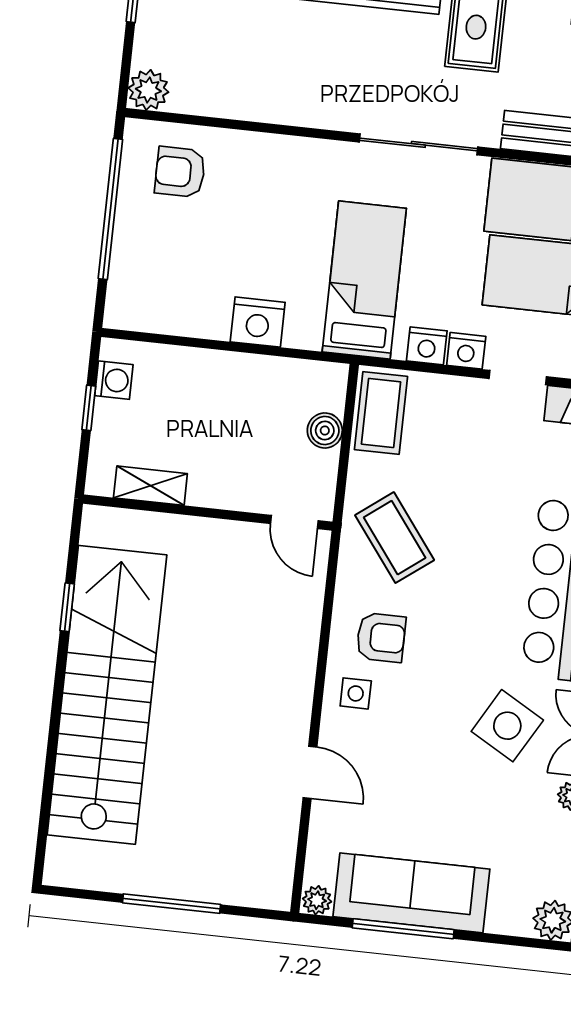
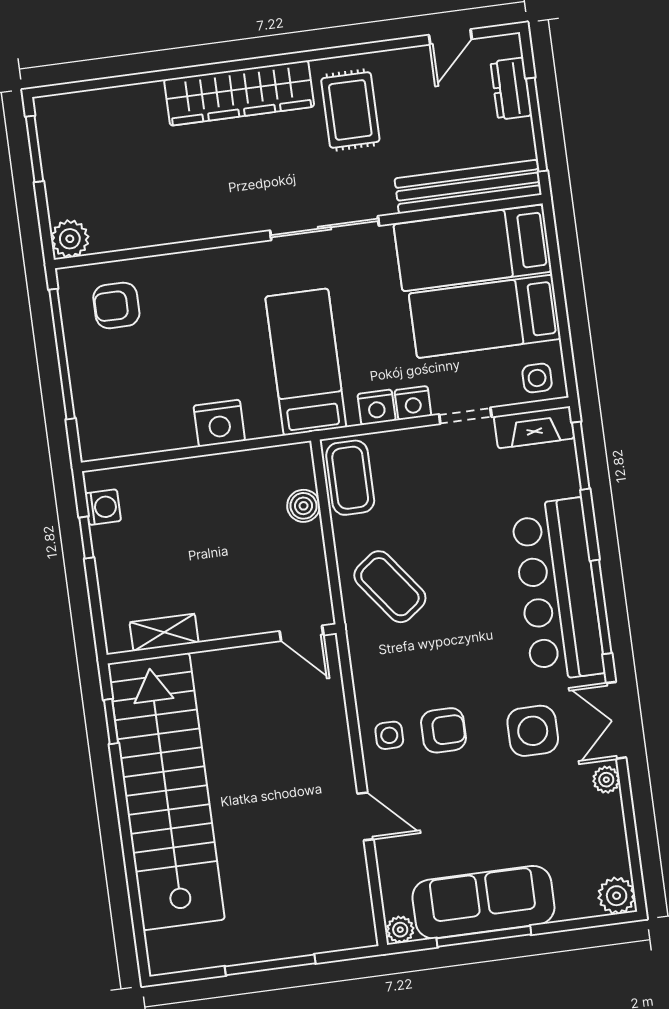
shelving: (150, 486) -> (164, 632), moved
wall: (208, 513) -> (222, 644), moved
door: (294, 522) -> (302, 633), moved
armchair: (381, 637) -> (443, 730), moved
side table: (507, 726) -> (533, 731), turned -30

